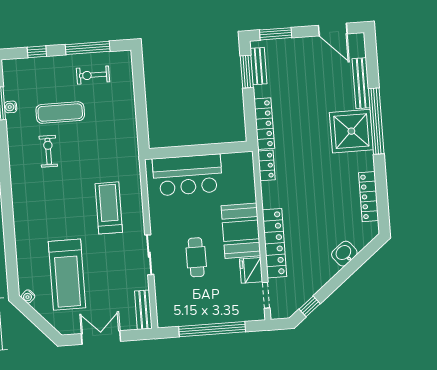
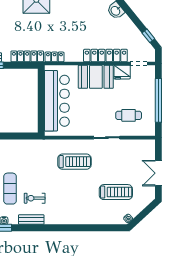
bar counter: (187, 175) -> (57, 101), width x1.36
treadmill: (109, 208) -> (74, 162), turned 180
cafe table: (196, 257) -> (129, 115), moved
treadmill: (67, 275) -> (116, 192), width x0.73, depth x0.73
bench: (143, 310) -> (31, 220), moved

